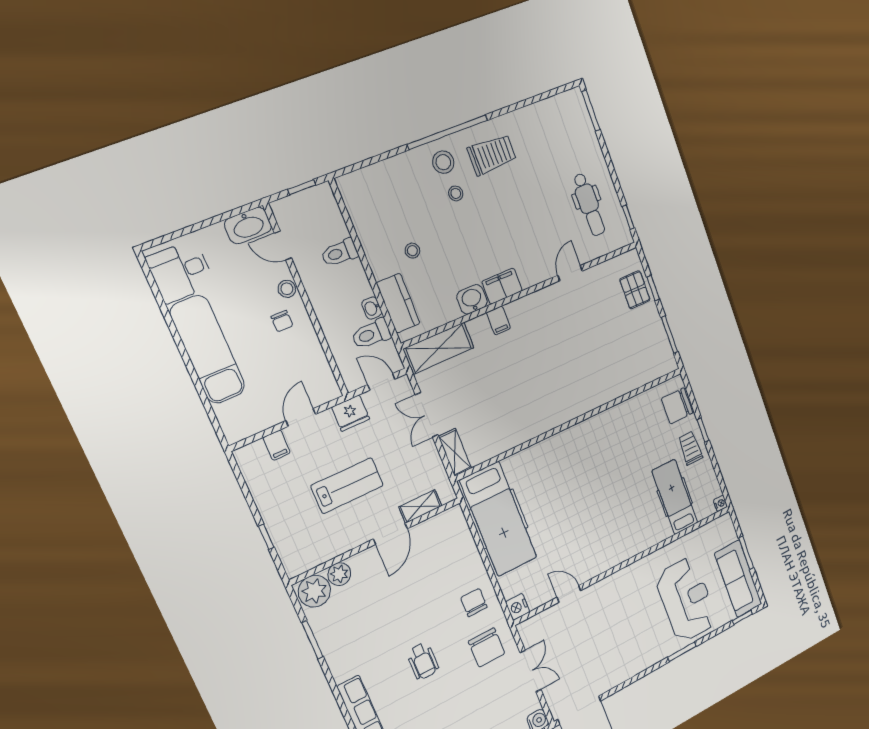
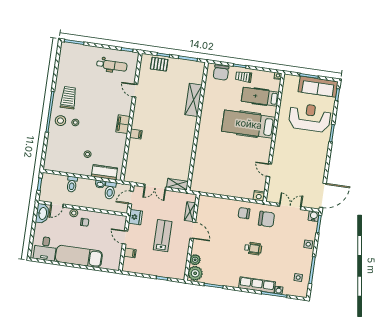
washbasin: (472, 299) -> (121, 140), removed
shelving: (439, 348) -> (194, 100), moved
hospital bed: (498, 519) -> (249, 124), moved, turned 180
door: (569, 594) -> (269, 170), hinge flipped

